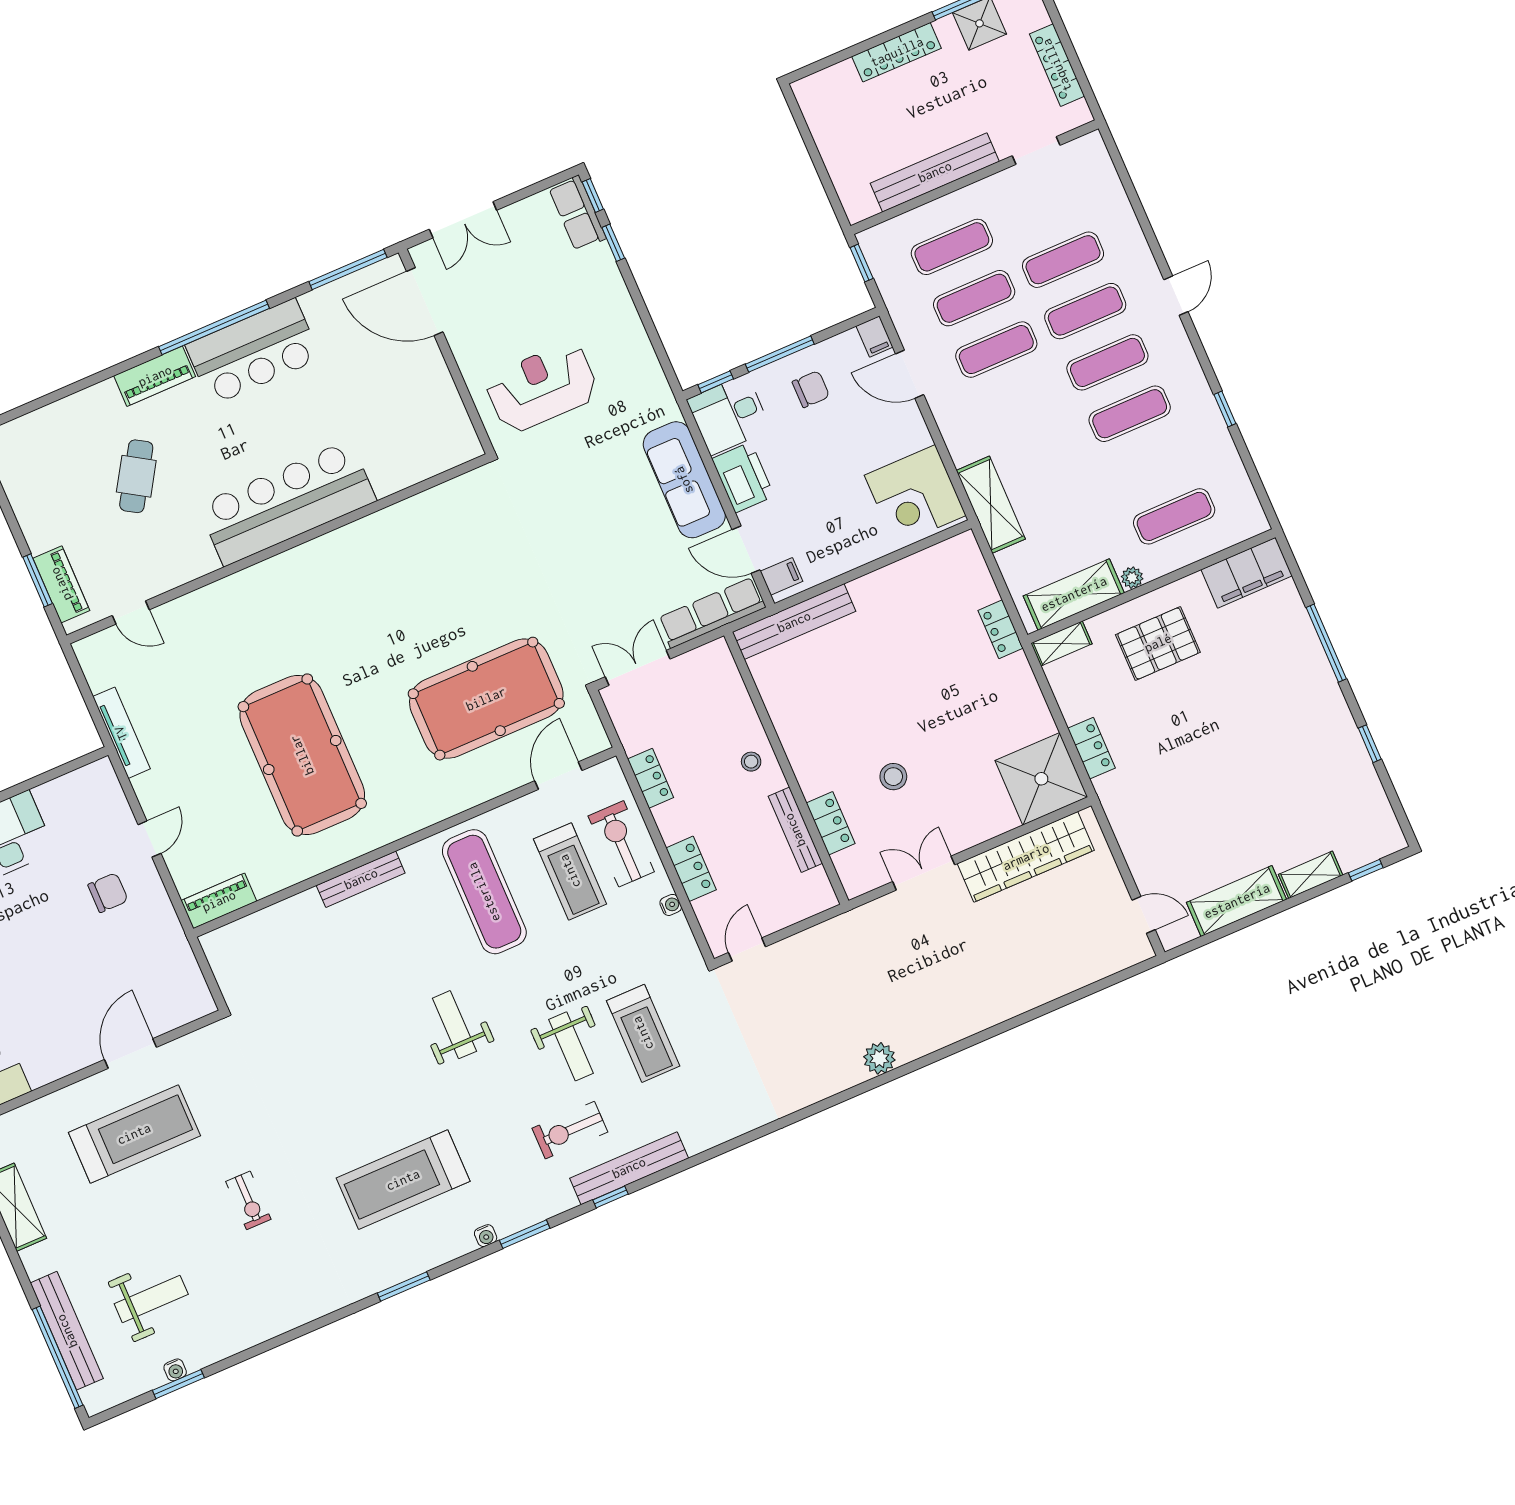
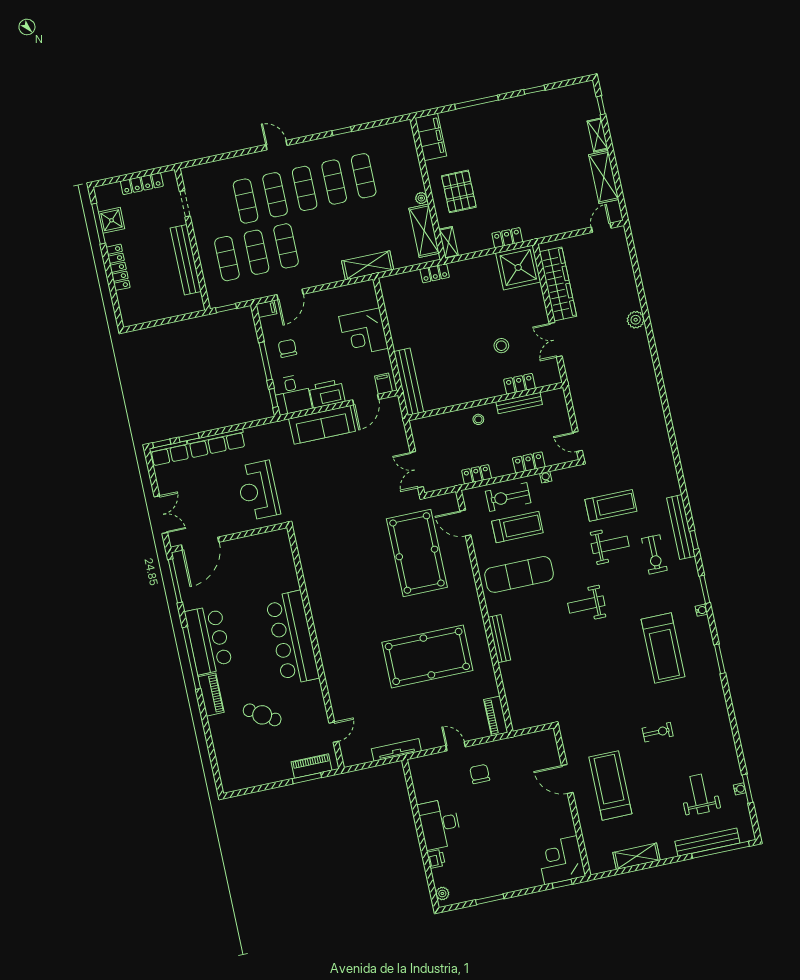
corner desk: (915, 495) -> (363, 332), moved, turned 90
exercise mat: (1174, 516) -> (364, 176), moved
row of seats: (712, 613) -> (217, 443), moved, turned -90
plant: (879, 1058) -> (636, 320), moved

